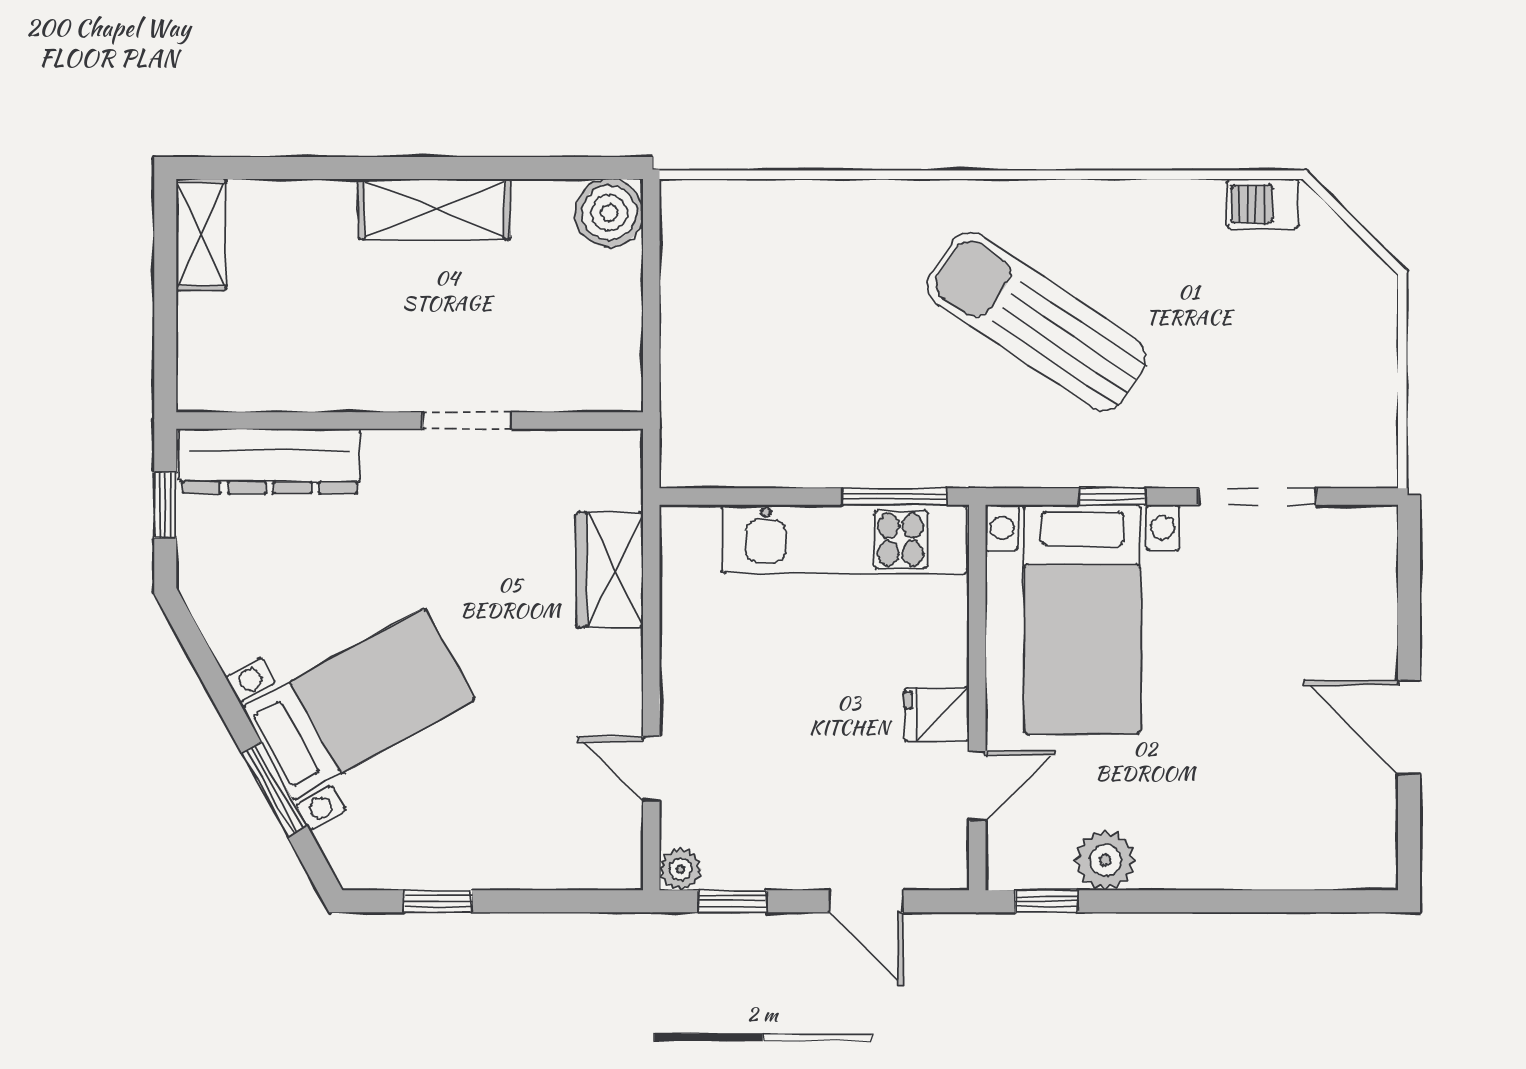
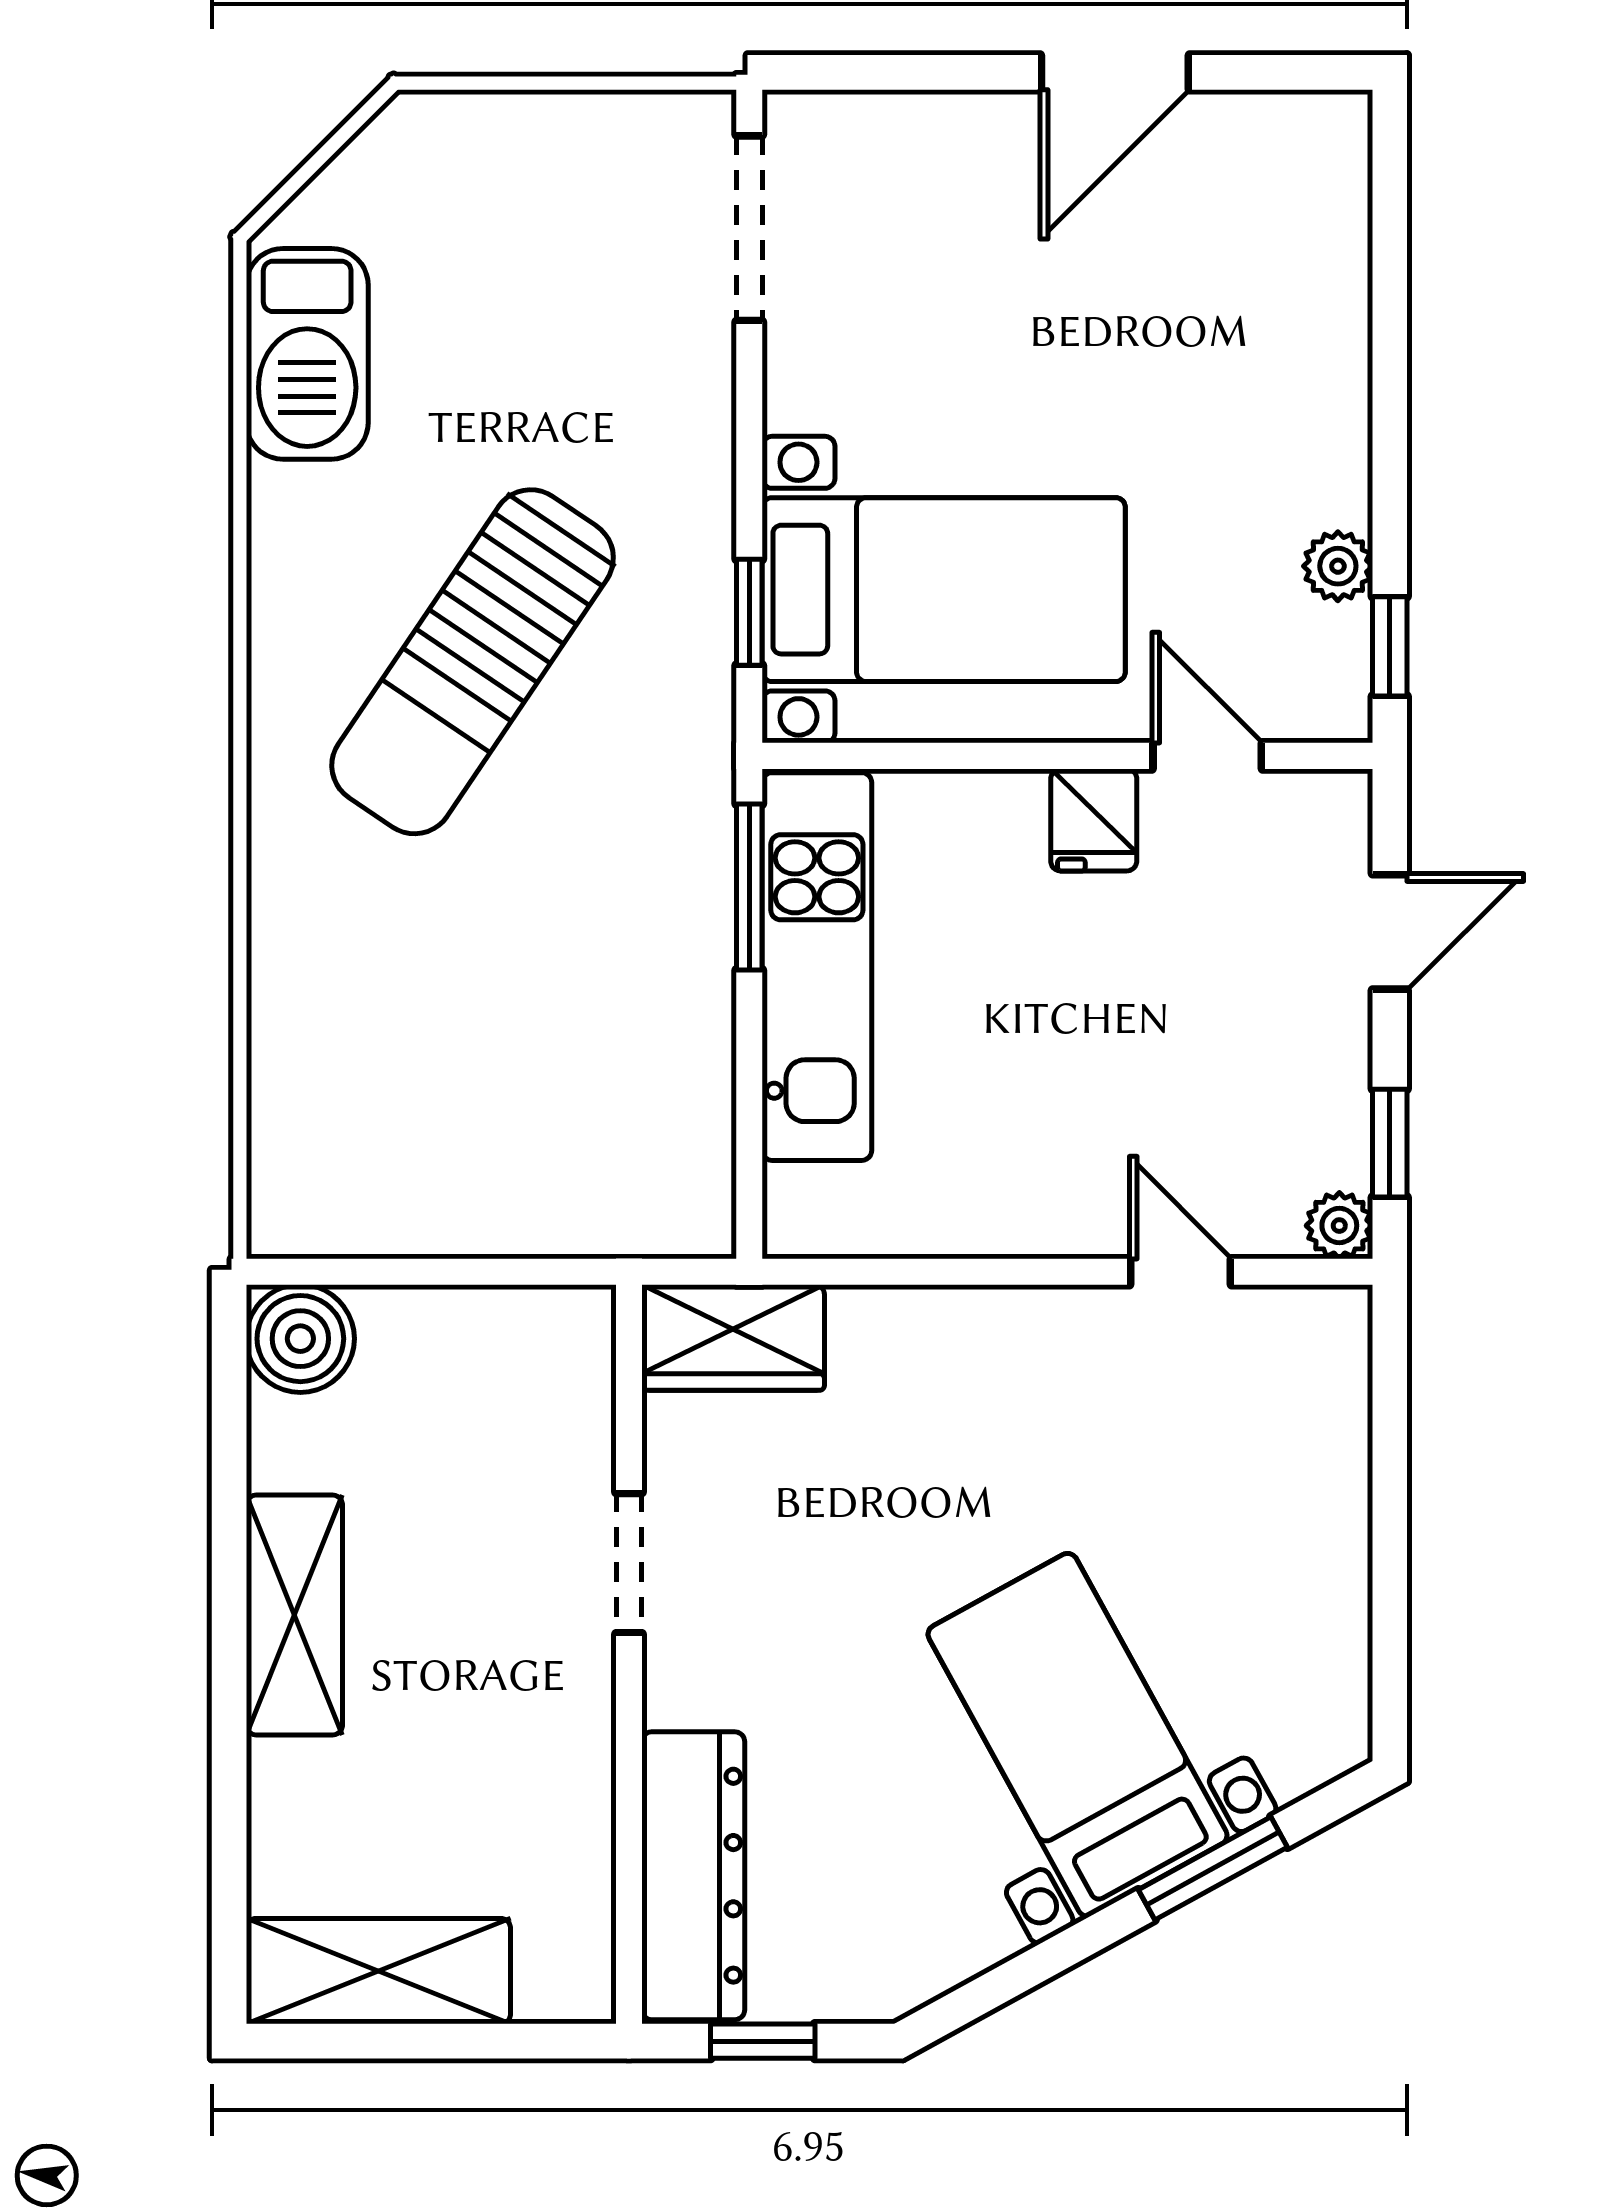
barbecue: (1263, 204) -> (307, 354), width x1.88, depth x1.53
shelving: (201, 234) -> (378, 1971), width x1.50, depth x1.33
window: (1112, 497) -> (749, 612), moved
doorway: (1257, 497) -> (749, 228), moved
wardrobe: (610, 570) -> (733, 1338), moved
door: (651, 769) -> (1181, 1272), swing flipped
plant: (1105, 860) -> (1338, 566), width x0.73, depth x0.73
window: (438, 901) -> (1390, 1610), removed

